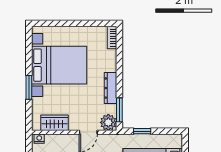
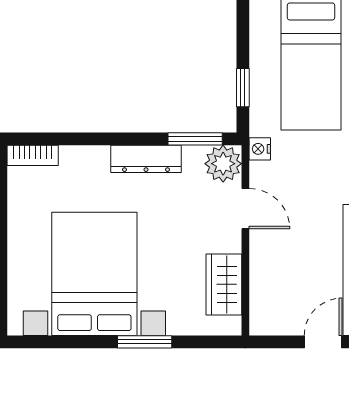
nightstand: (39, 139) -> (260, 149), moved

